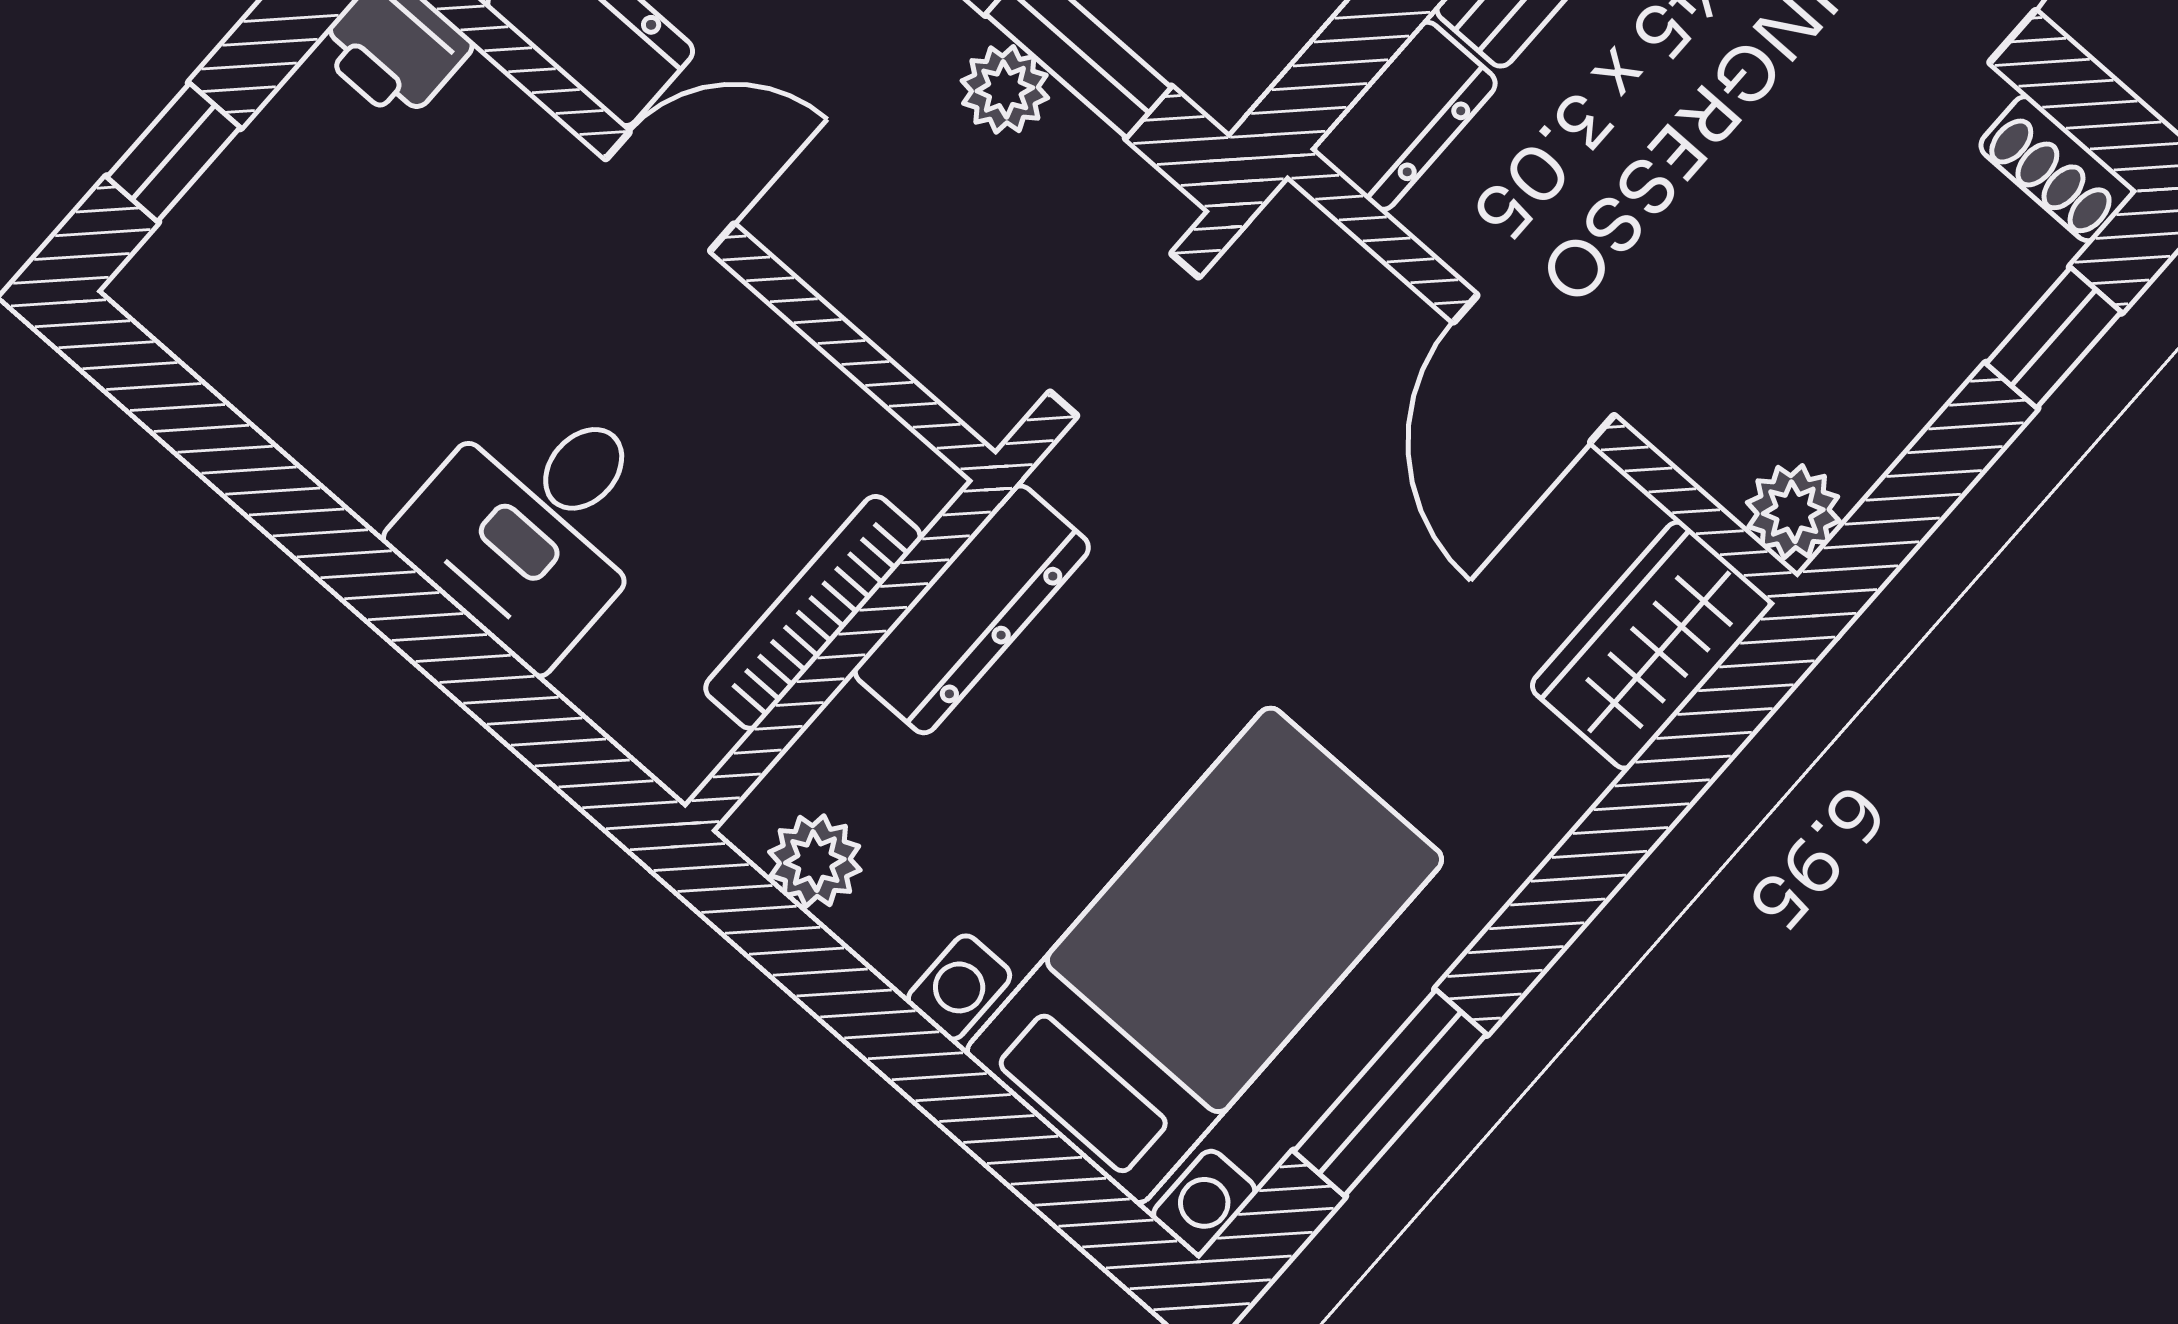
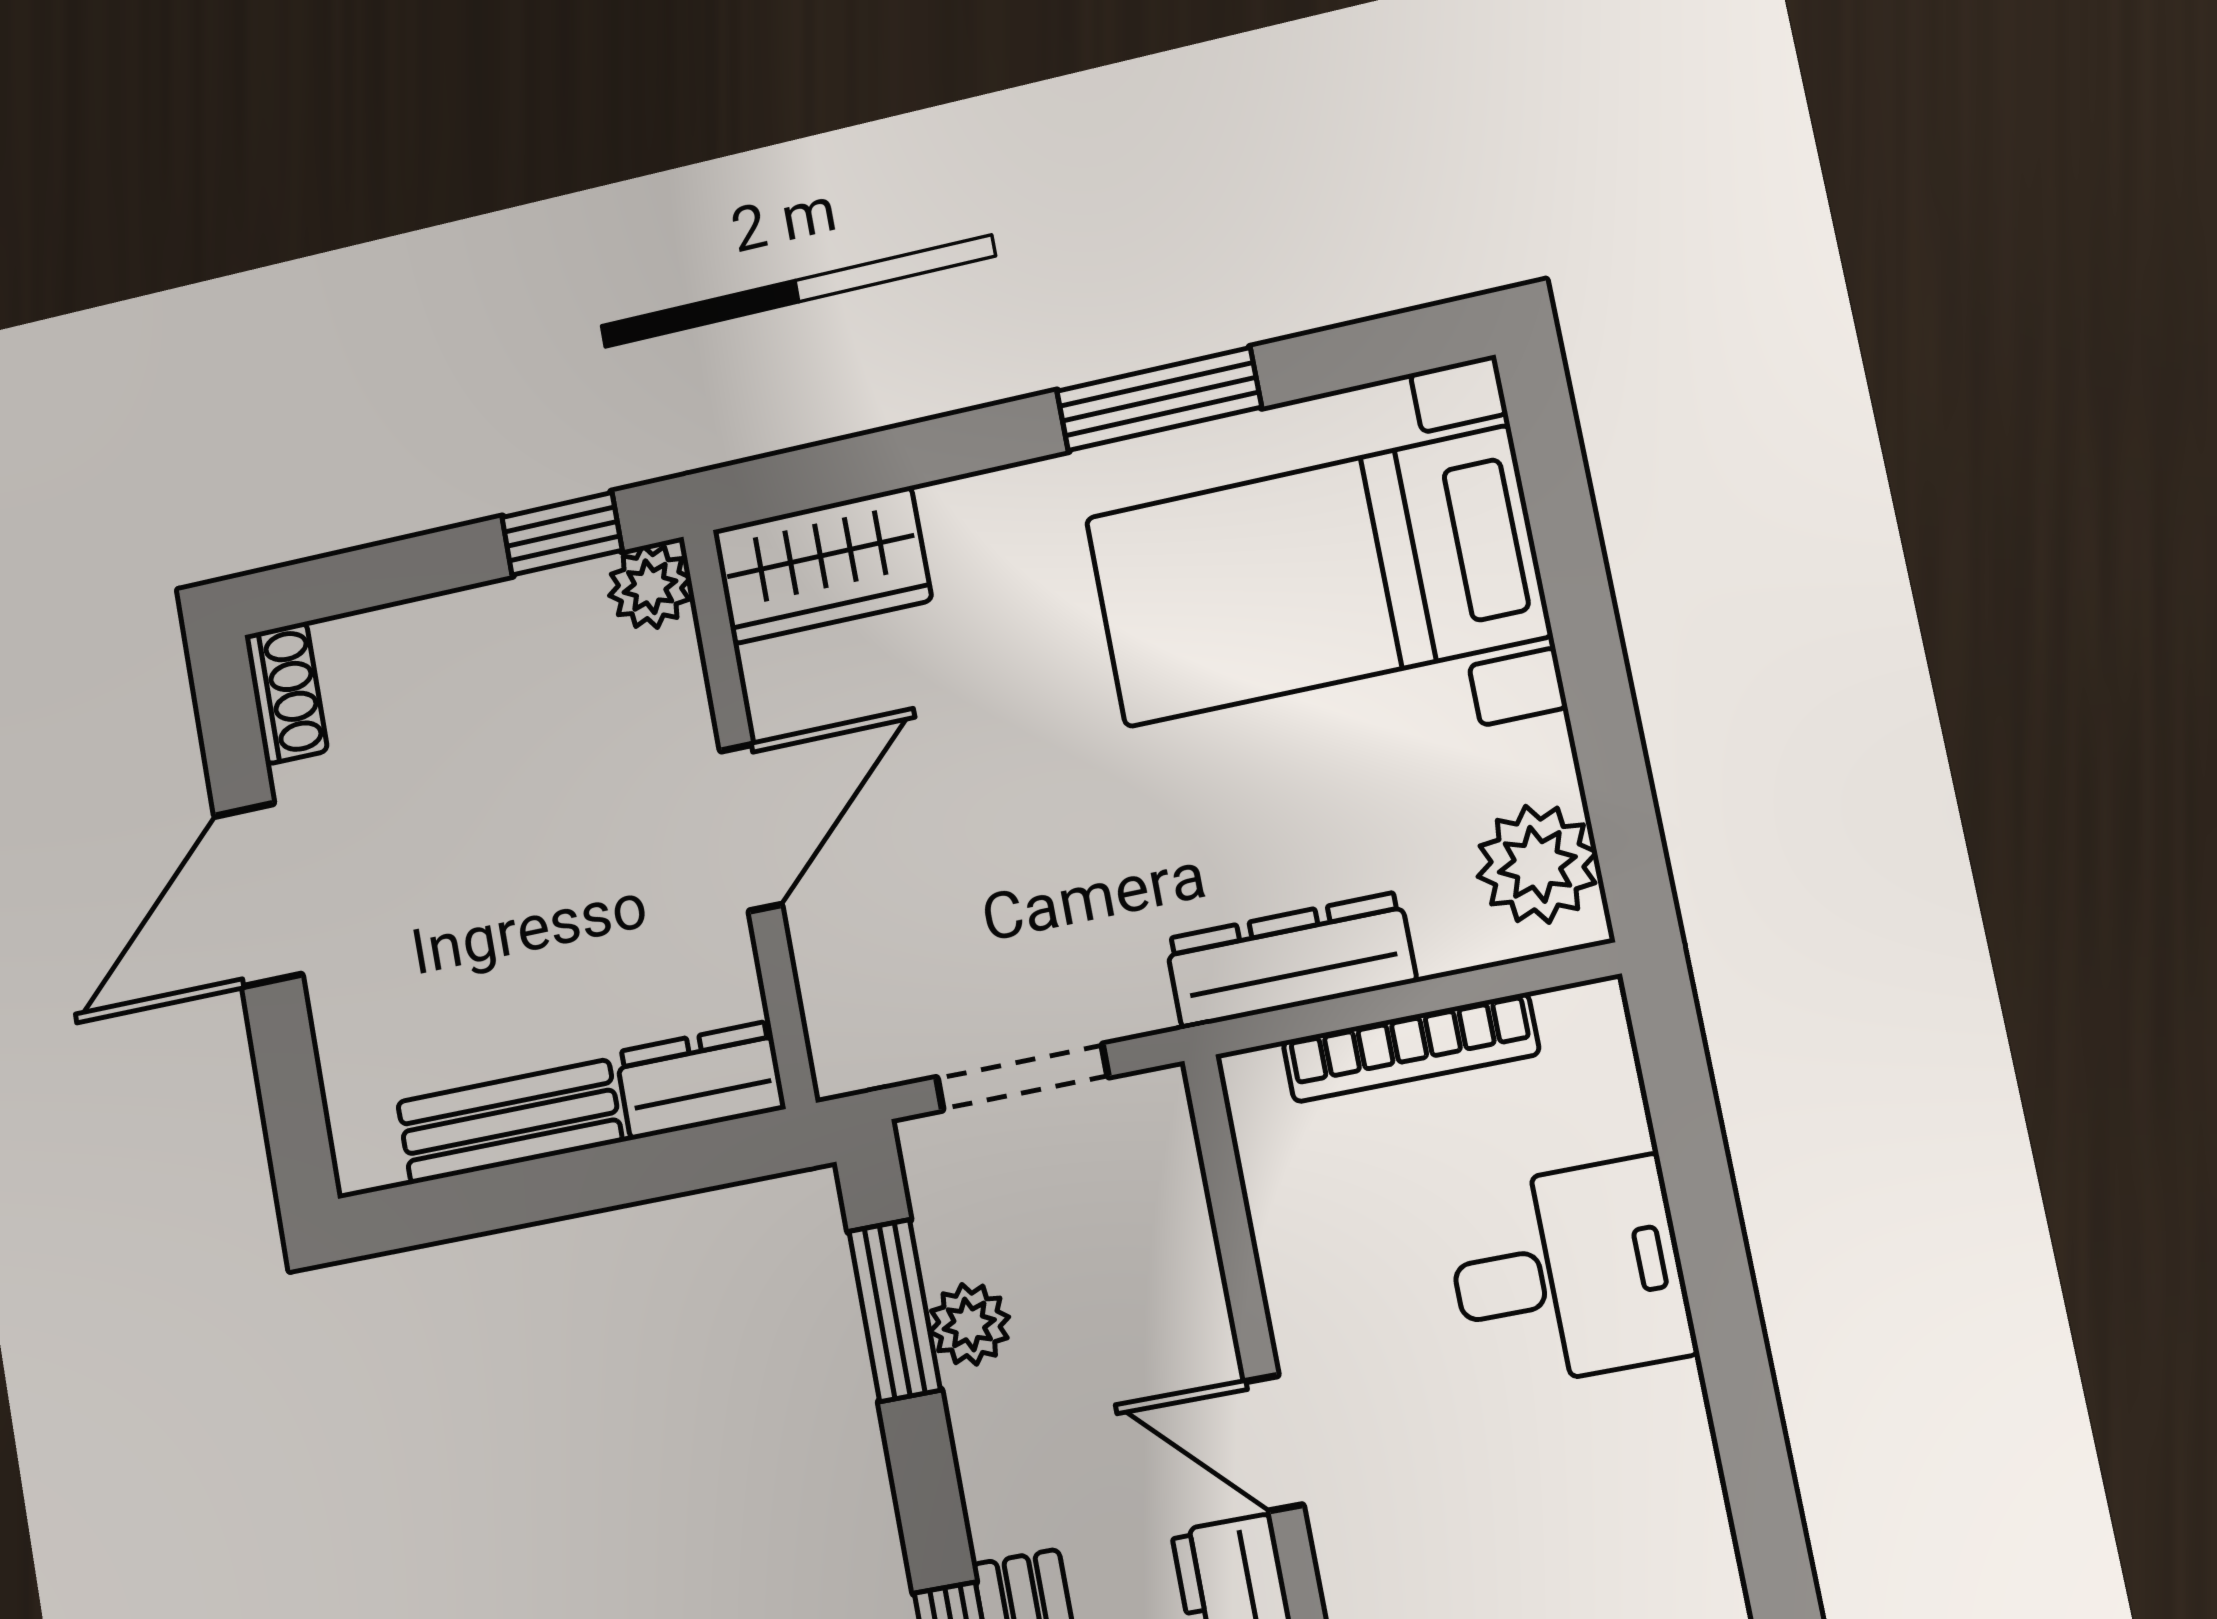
window: (2054, 338) -> (562, 534), moved
plant: (815, 861) -> (1537, 864), width x1.38, depth x1.38
window: (1390, 1093) -> (1159, 399), moved

